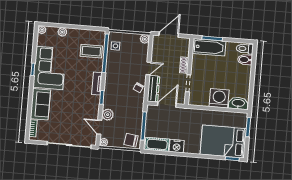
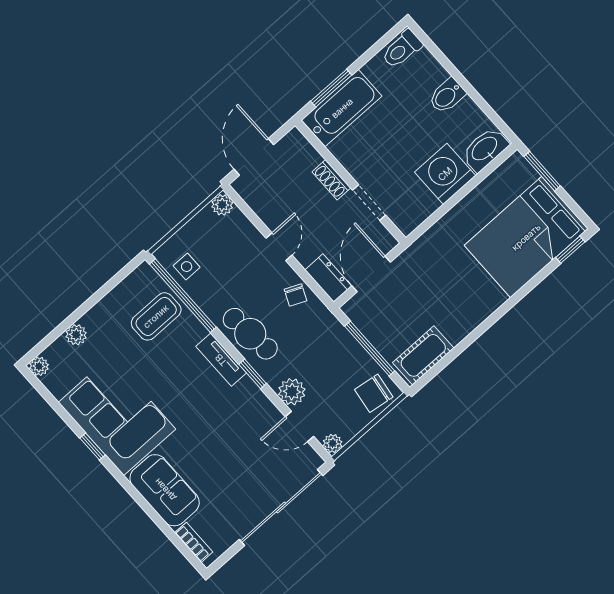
bidet: (245, 60) -> (447, 96), moved
cafe table: (113, 85) -> (250, 334), added
dresser: (153, 89) -> (328, 278), width x0.70
nightstand: (177, 146) -> (458, 325), removed

